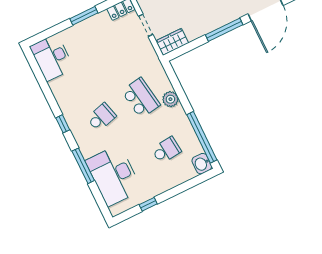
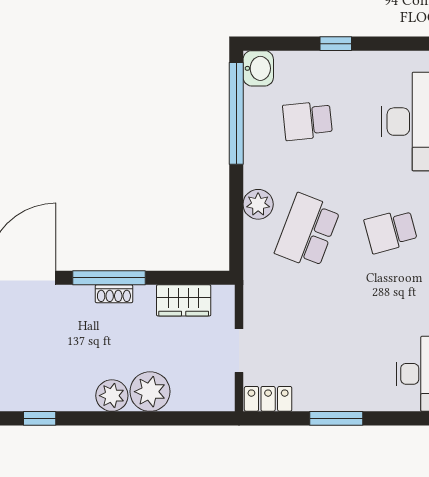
shoe rack: (218, 23) -> (114, 294), added
wardrobe: (172, 42) -> (184, 300), moved
school desk: (141, 98) -> (308, 231), turned 30
window: (148, 204) -> (336, 44), moved

